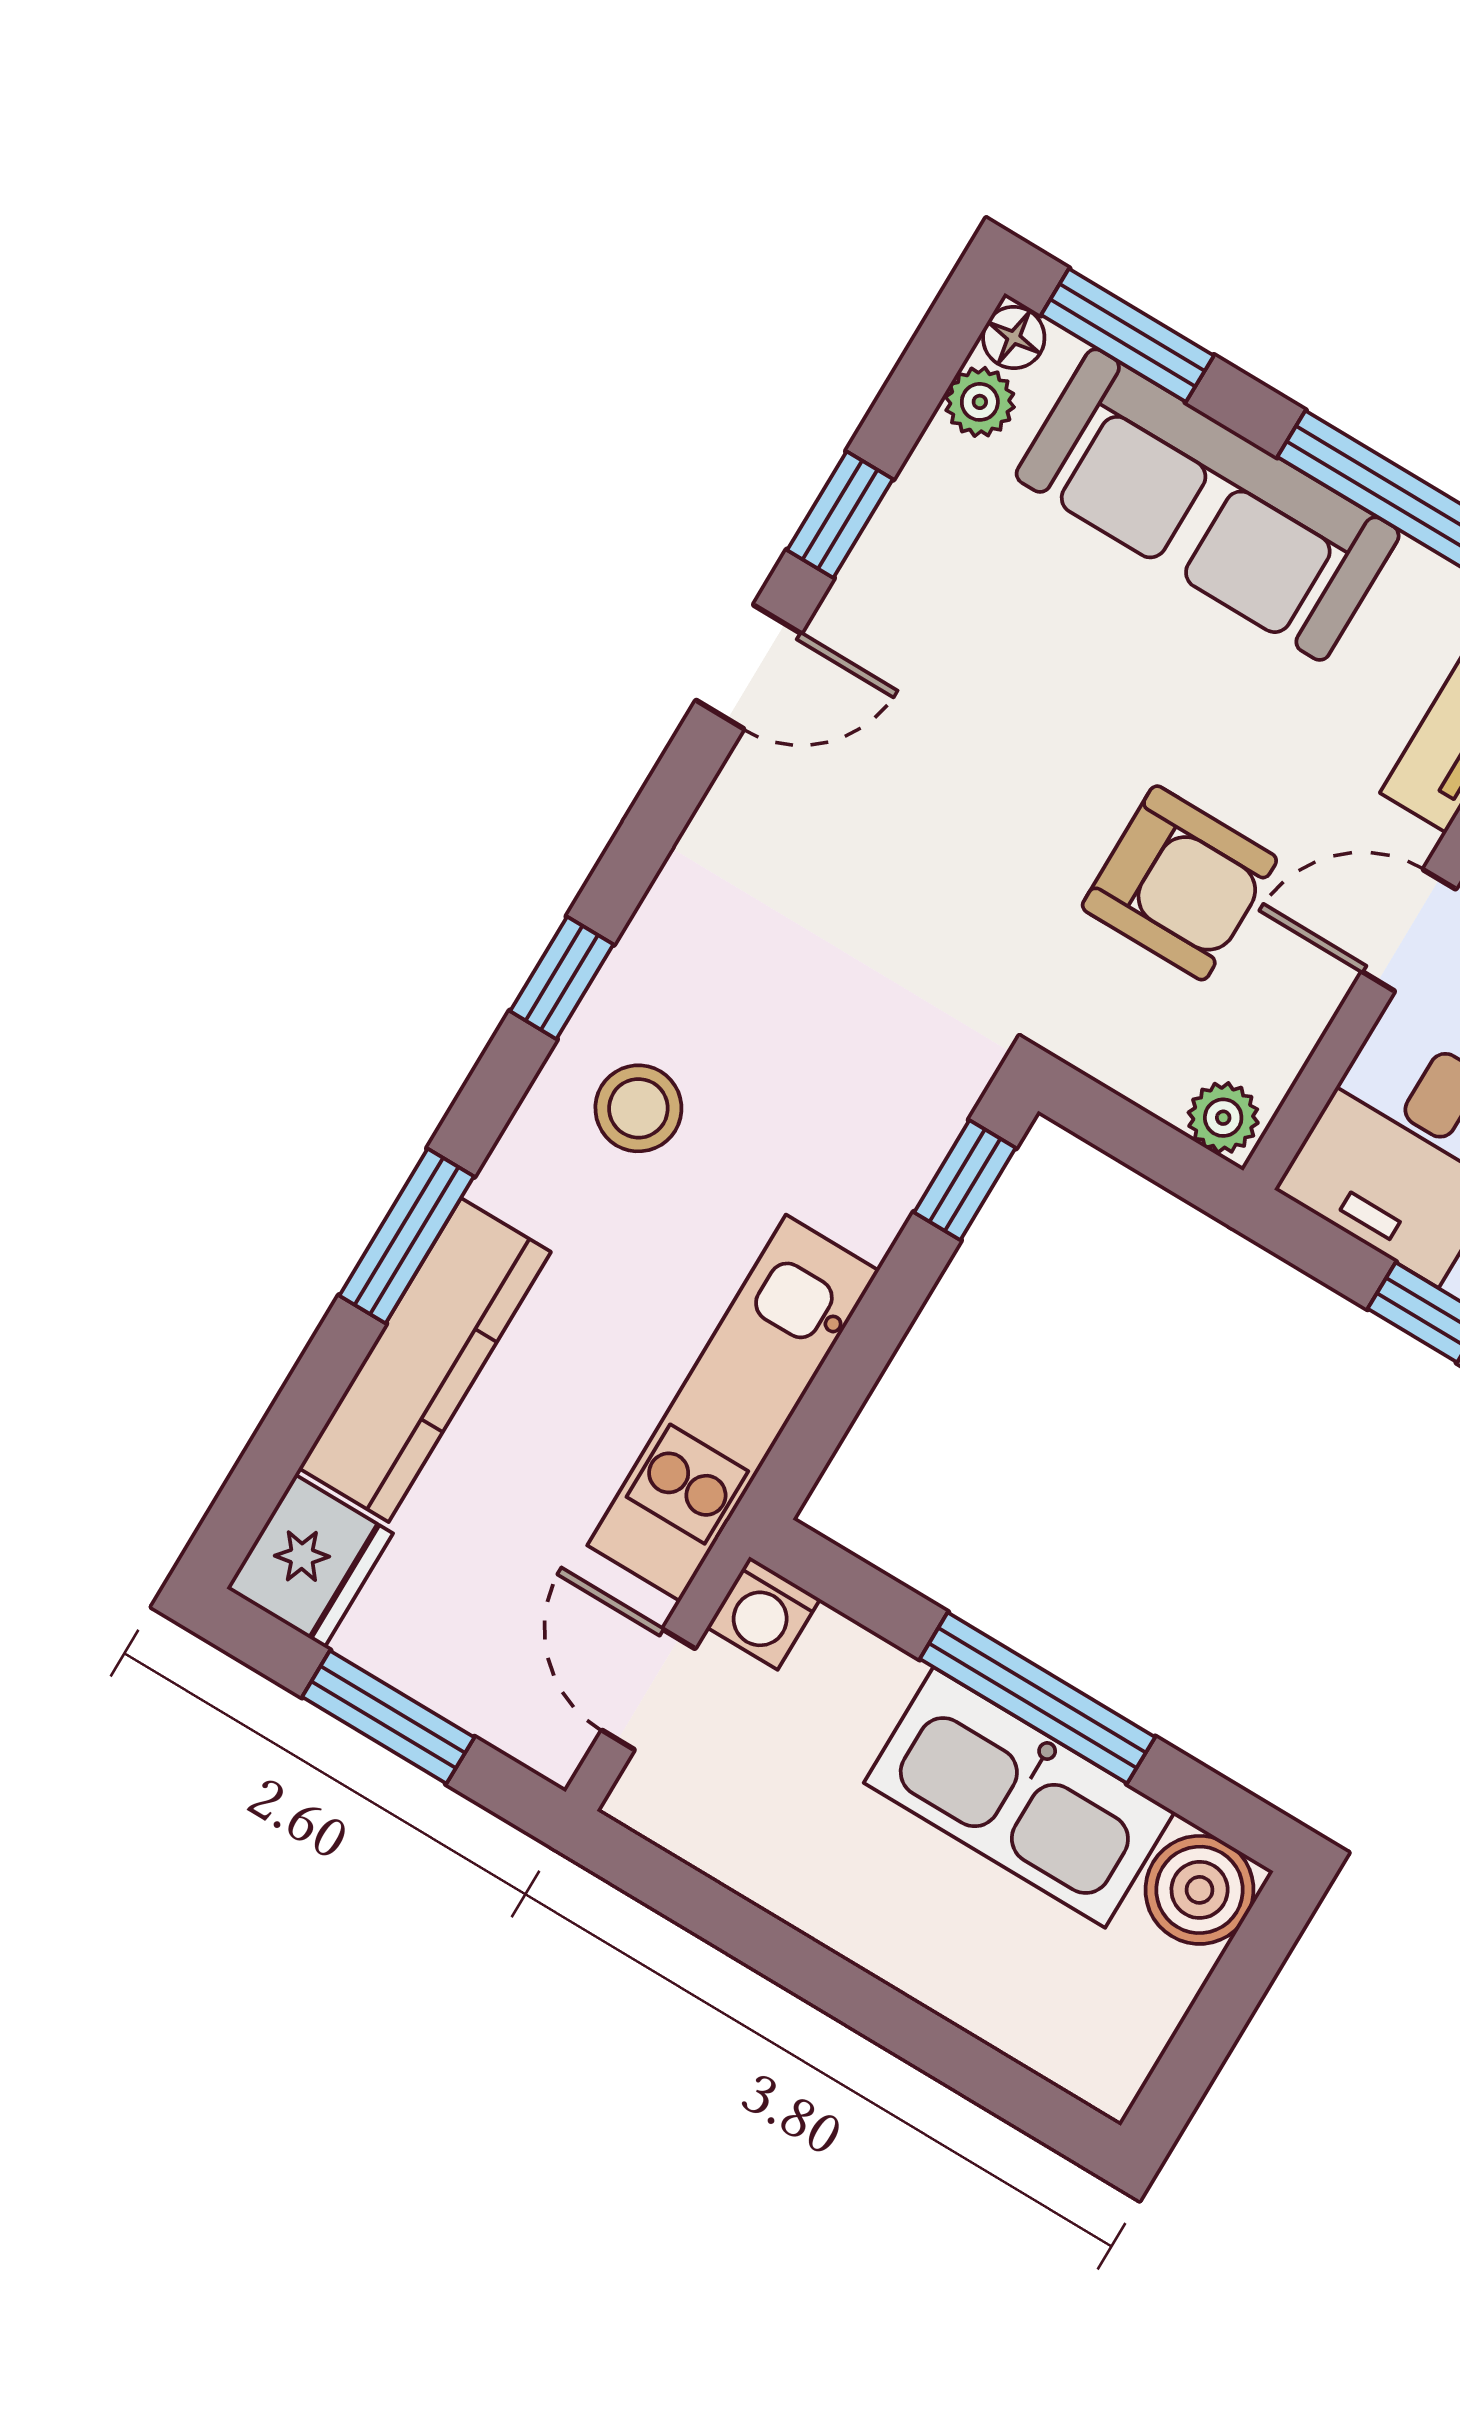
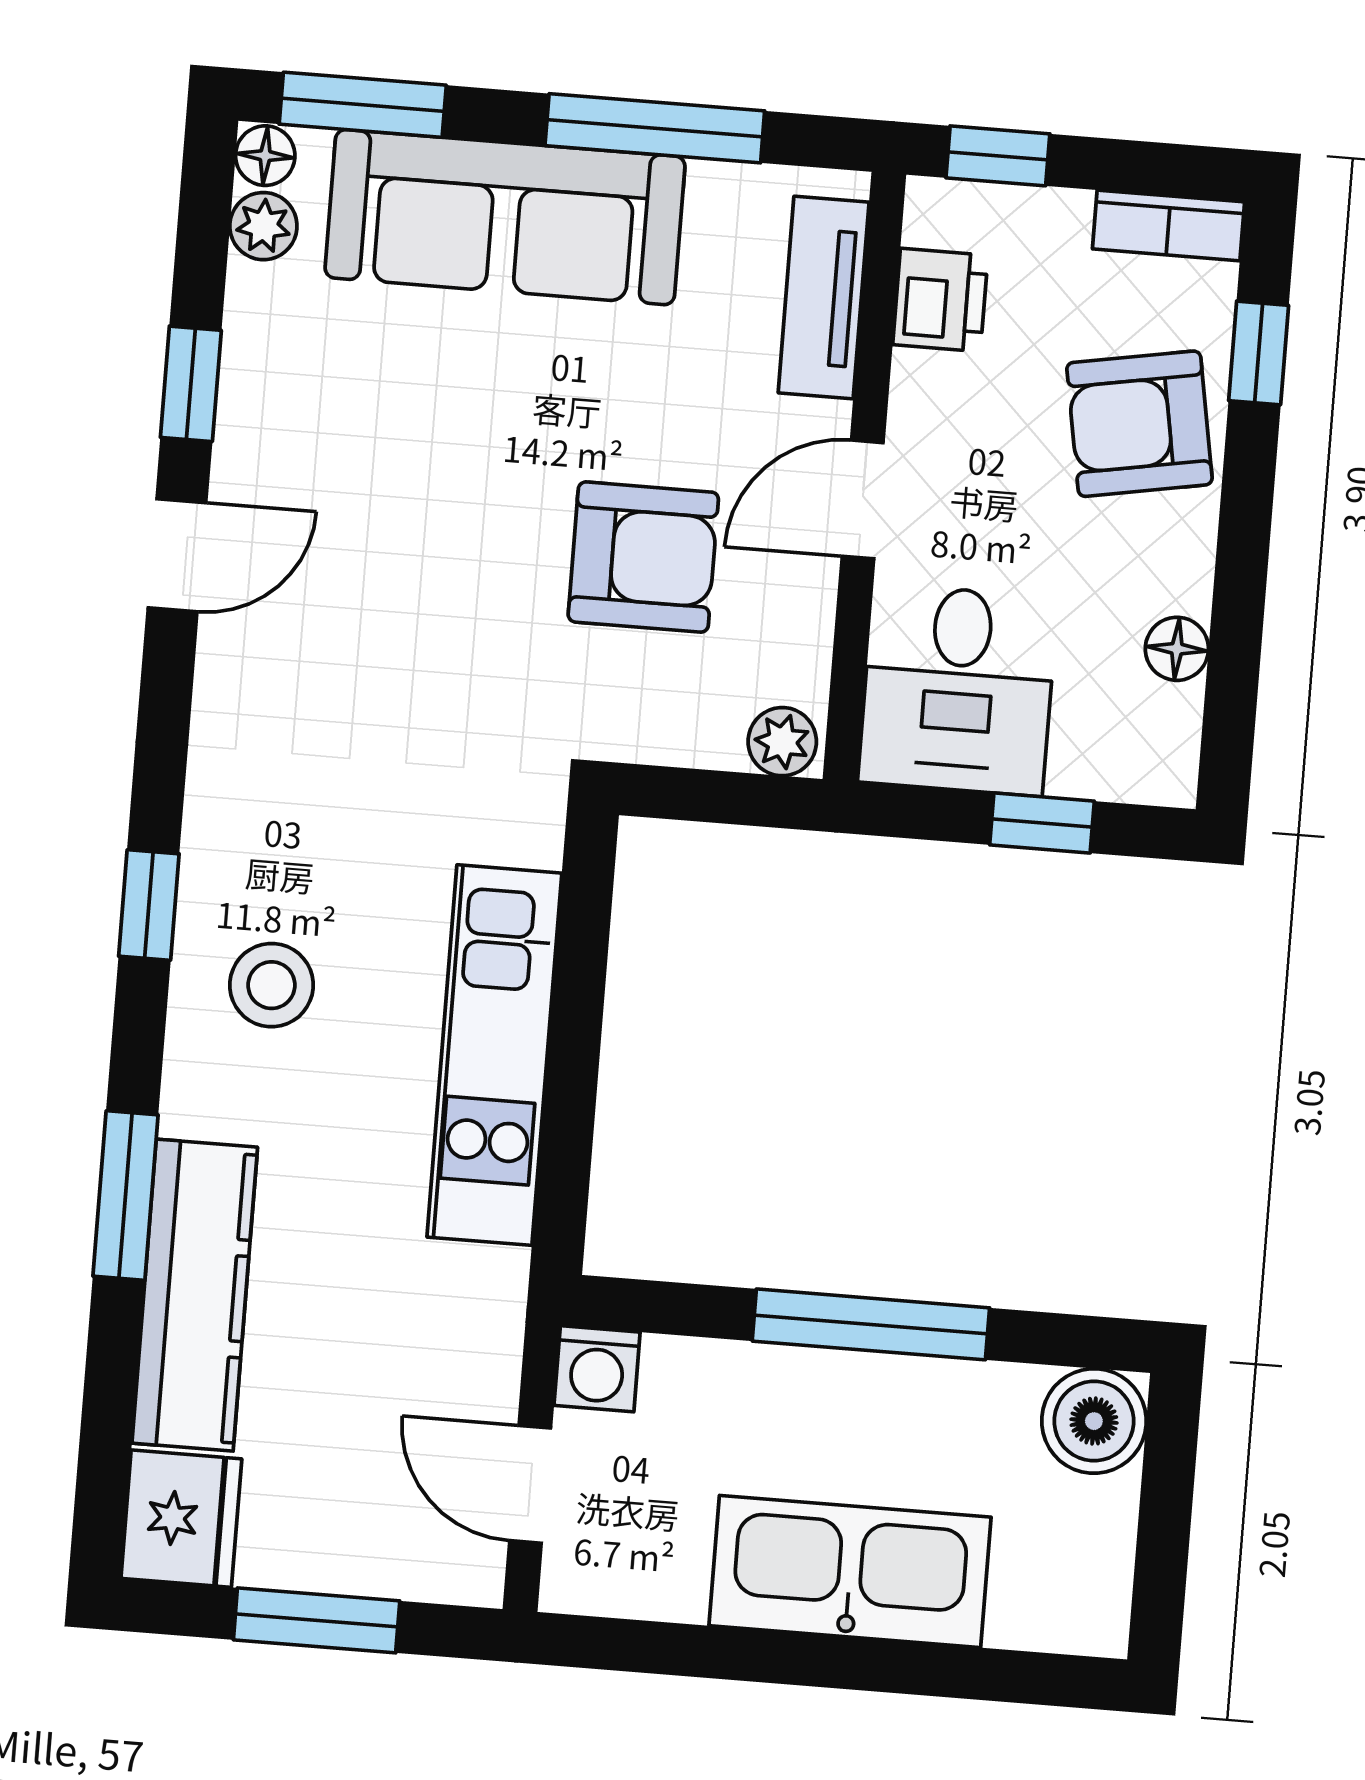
window: (965, 1180) -> (585, 907), removed
kitchen unit: (733, 1408) -> (494, 1055), moved
kitchen sink: (1019, 1797) -> (850, 1571), moved, turned 180

